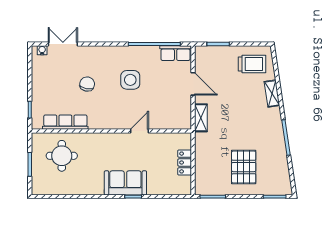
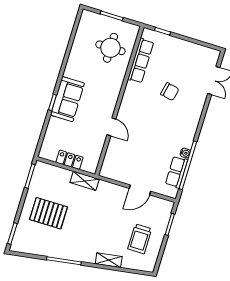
water cooler: (42, 50) -> (185, 153), moved
row of seats: (176, 53) -> (177, 172), moved
trolley: (252, 64) -> (140, 239), moved
side table: (130, 80) -> (161, 133), removed
shelving: (201, 118) -> (85, 181), moved

